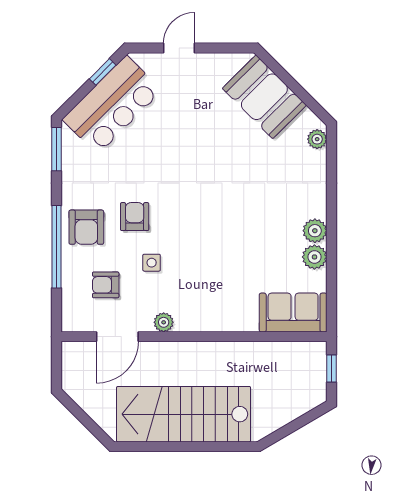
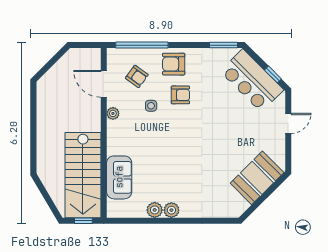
door: (179, 48) -> (288, 123), hinge flipped
plant: (317, 139) -> (230, 212), removed
window: (57, 247) -> (142, 45), moved
armchair: (106, 285) -> (137, 76), turned 126
sofa: (293, 313) -> (119, 177), moved
stairs: (184, 414) -> (83, 175), moved, turned 180

